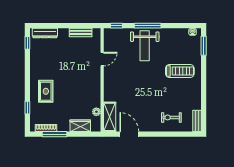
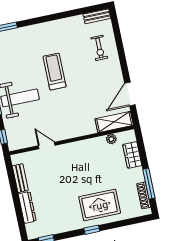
dresser: (45, 33) -> (27, 207), moved
treadmill: (180, 71) -> (54, 72), moved
rug: (46, 91) -> (100, 205), width x1.36, depth x1.43
window: (27, 108) -> (92, 230), moved

